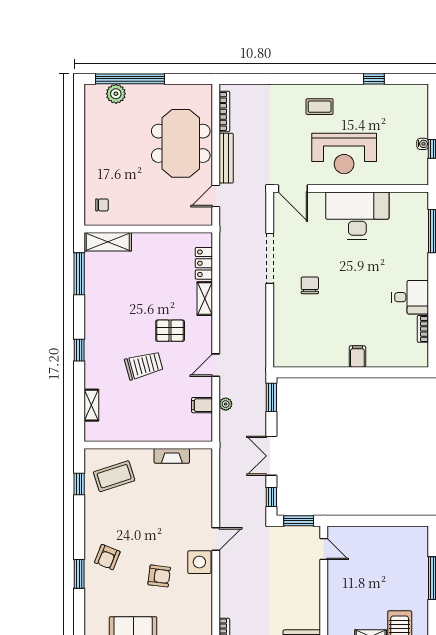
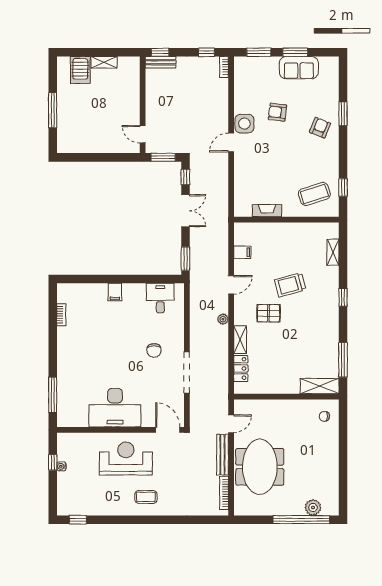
window: (374, 79) -> (78, 520), moved
desk: (410, 297) -> (160, 298), moved, turned 90
plant: (226, 404) -> (223, 319), moved

